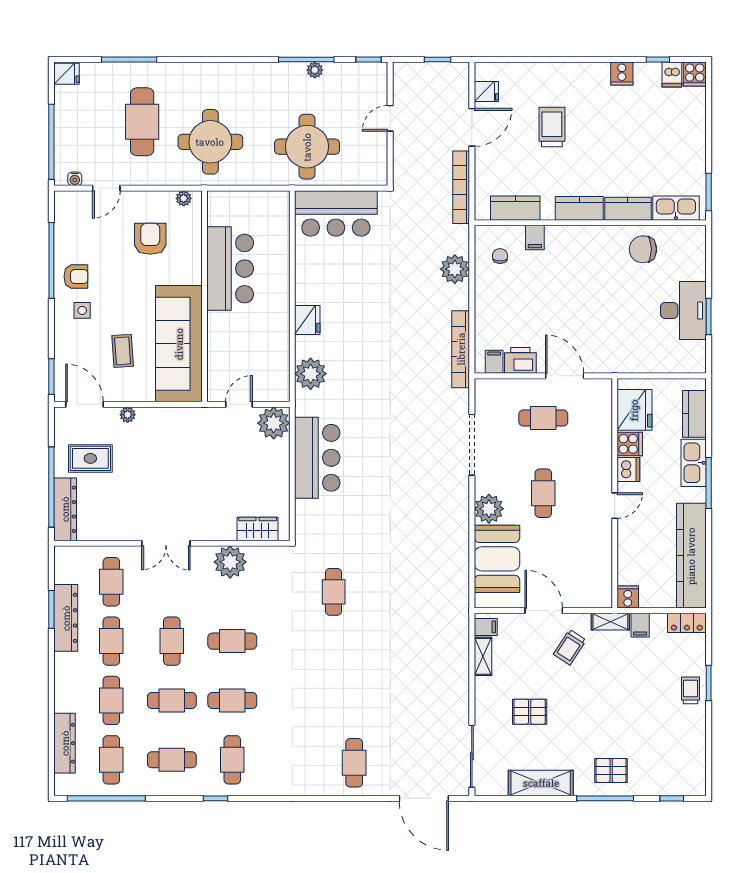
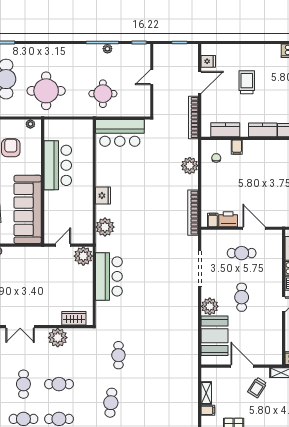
round table: (307, 147) -> (103, 94), width x0.73, depth x0.73
filing cabinet: (486, 627) -> (208, 410), moved
cafe table: (321, 673) -> (111, 403), added

